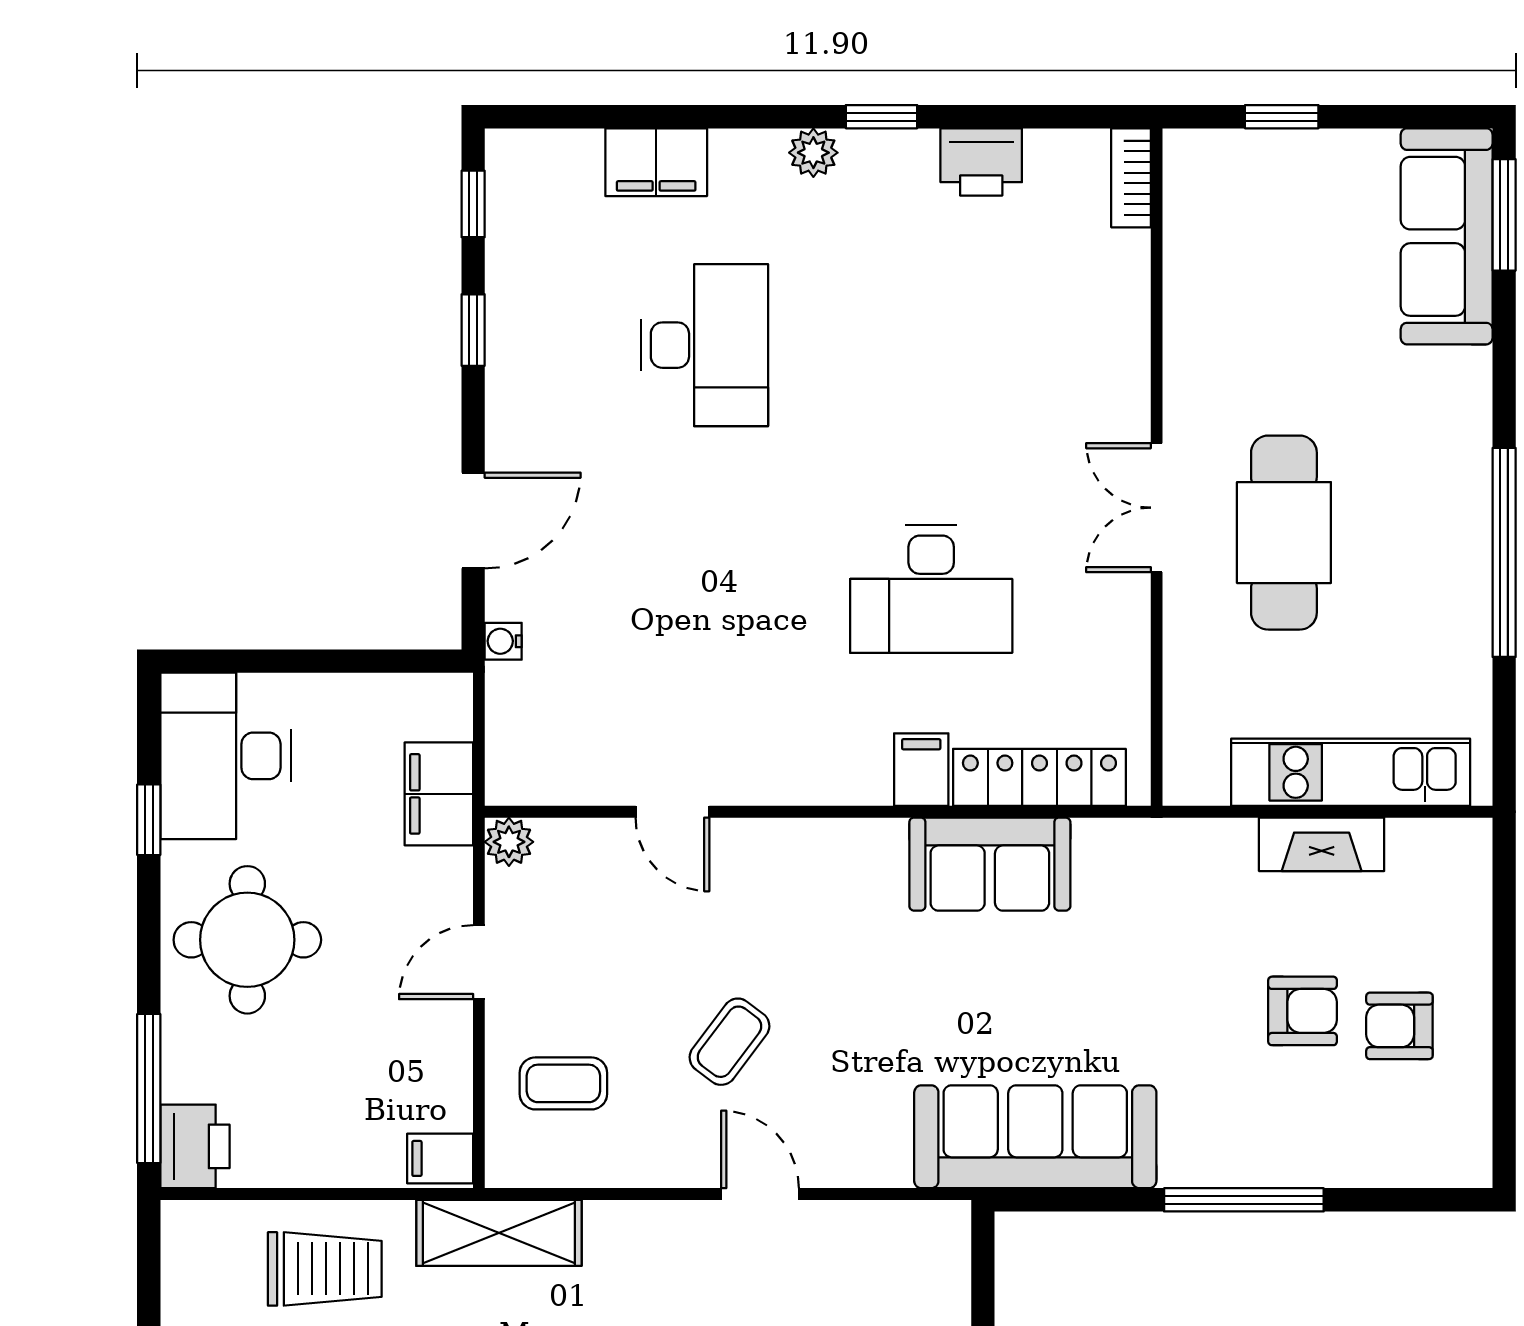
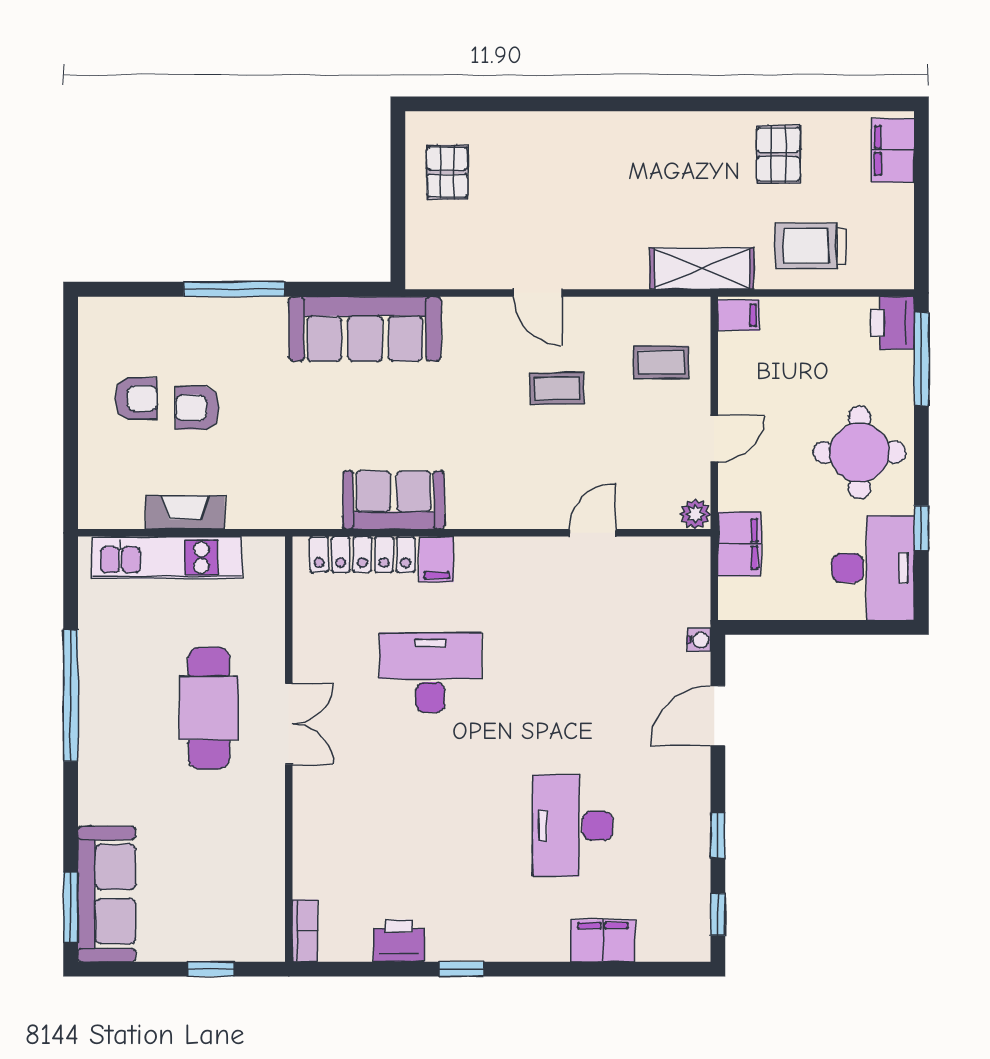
plant: (813, 153) -> (504, 947), removed
door: (672, 812) -> (593, 533), hinge flipped
coffee table: (729, 1042) -> (557, 389), turned 52

